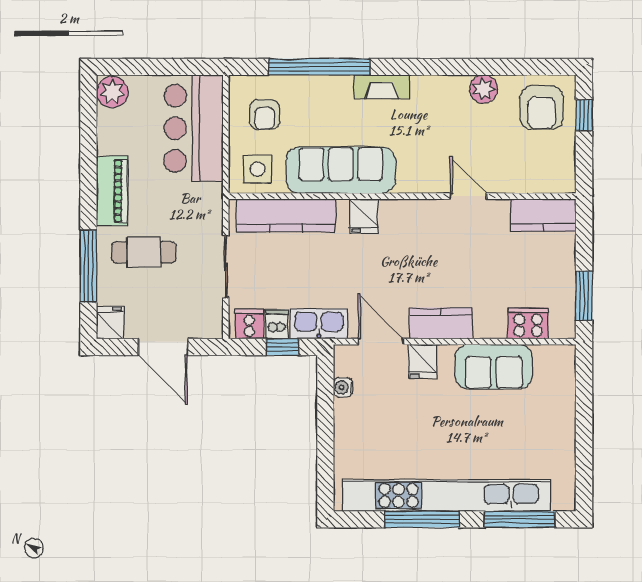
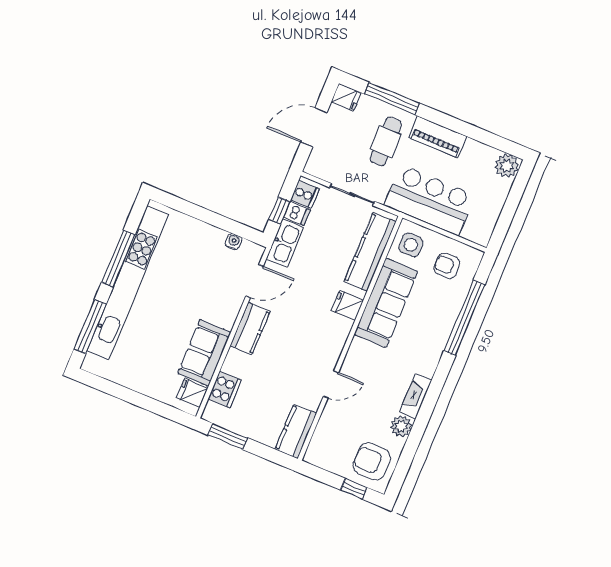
fireplace: (382, 87) -> (416, 396), moved
bar counter: (193, 128) -> (429, 200), moved
fridge: (422, 361) -> (192, 393), moved

